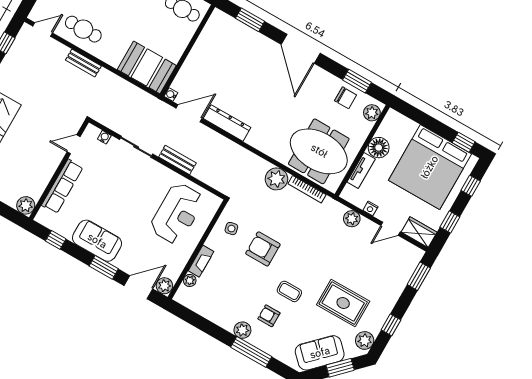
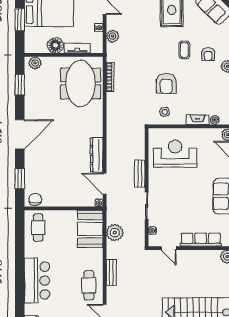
chair: (346, 98) -> (35, 199), moved
window: (431, 124) -> (20, 20), added
plant: (276, 179) -> (115, 233), moved

